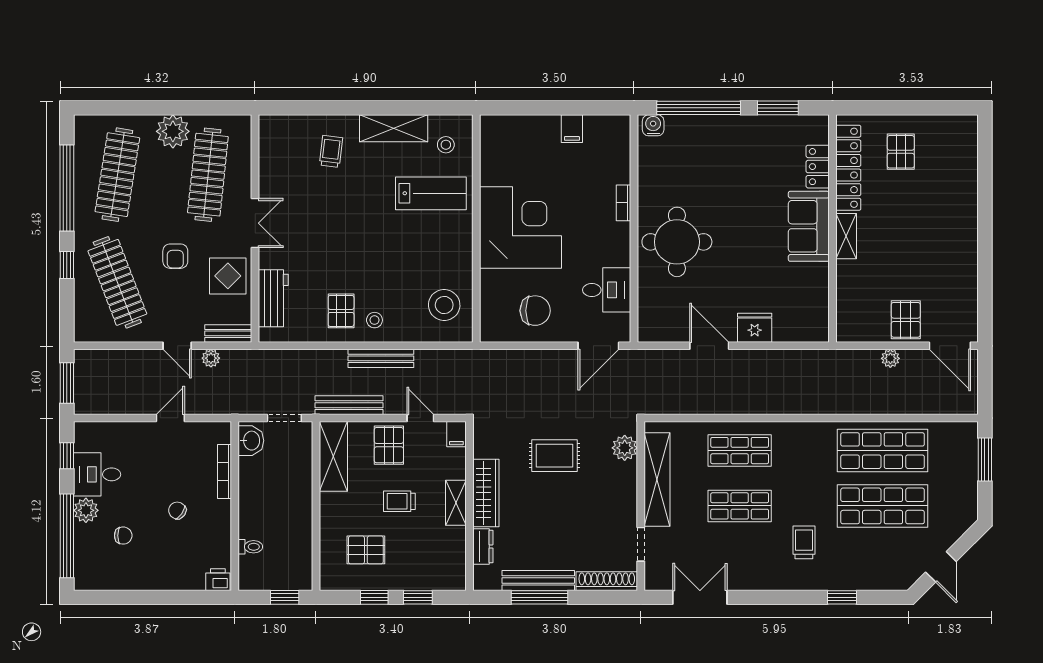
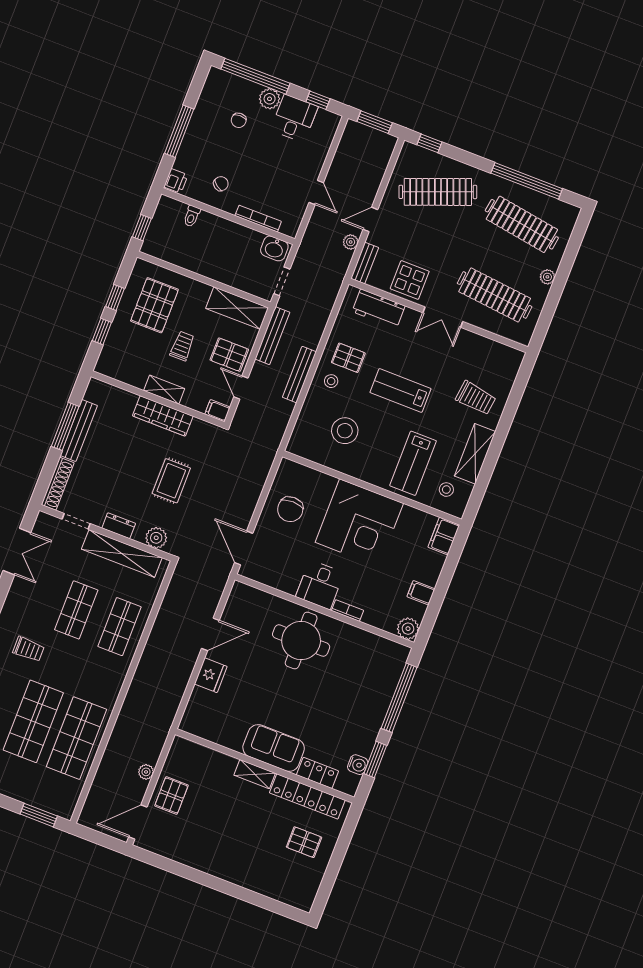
water cooler: (653, 125) -> (358, 765), moved
filing cabinet: (499, 128) -> (444, 536), added
plant: (618, 128) -> (408, 629), added
plant: (173, 131) -> (547, 277), width x0.53, depth x0.53
trolley: (331, 151) -> (476, 398), width x1.36, depth x1.39
lab bench: (355, 239) -> (400, 390), added
armchair: (175, 256) -> (441, 245), removed
window: (67, 265) -> (429, 143), moved
desk: (607, 290) -> (320, 585), moved
stool: (444, 305) -> (345, 431), moved
pallet: (906, 320) -> (171, 795), turned 90
door: (420, 418) -> (241, 387), swing flipped
chair: (177, 510) -> (221, 184), moved
dresser: (483, 546) -> (119, 526), moved, turned 180
pallet: (366, 550) -> (154, 305), width x1.50, depth x1.42
window: (161, 597) -> (179, 131), added

